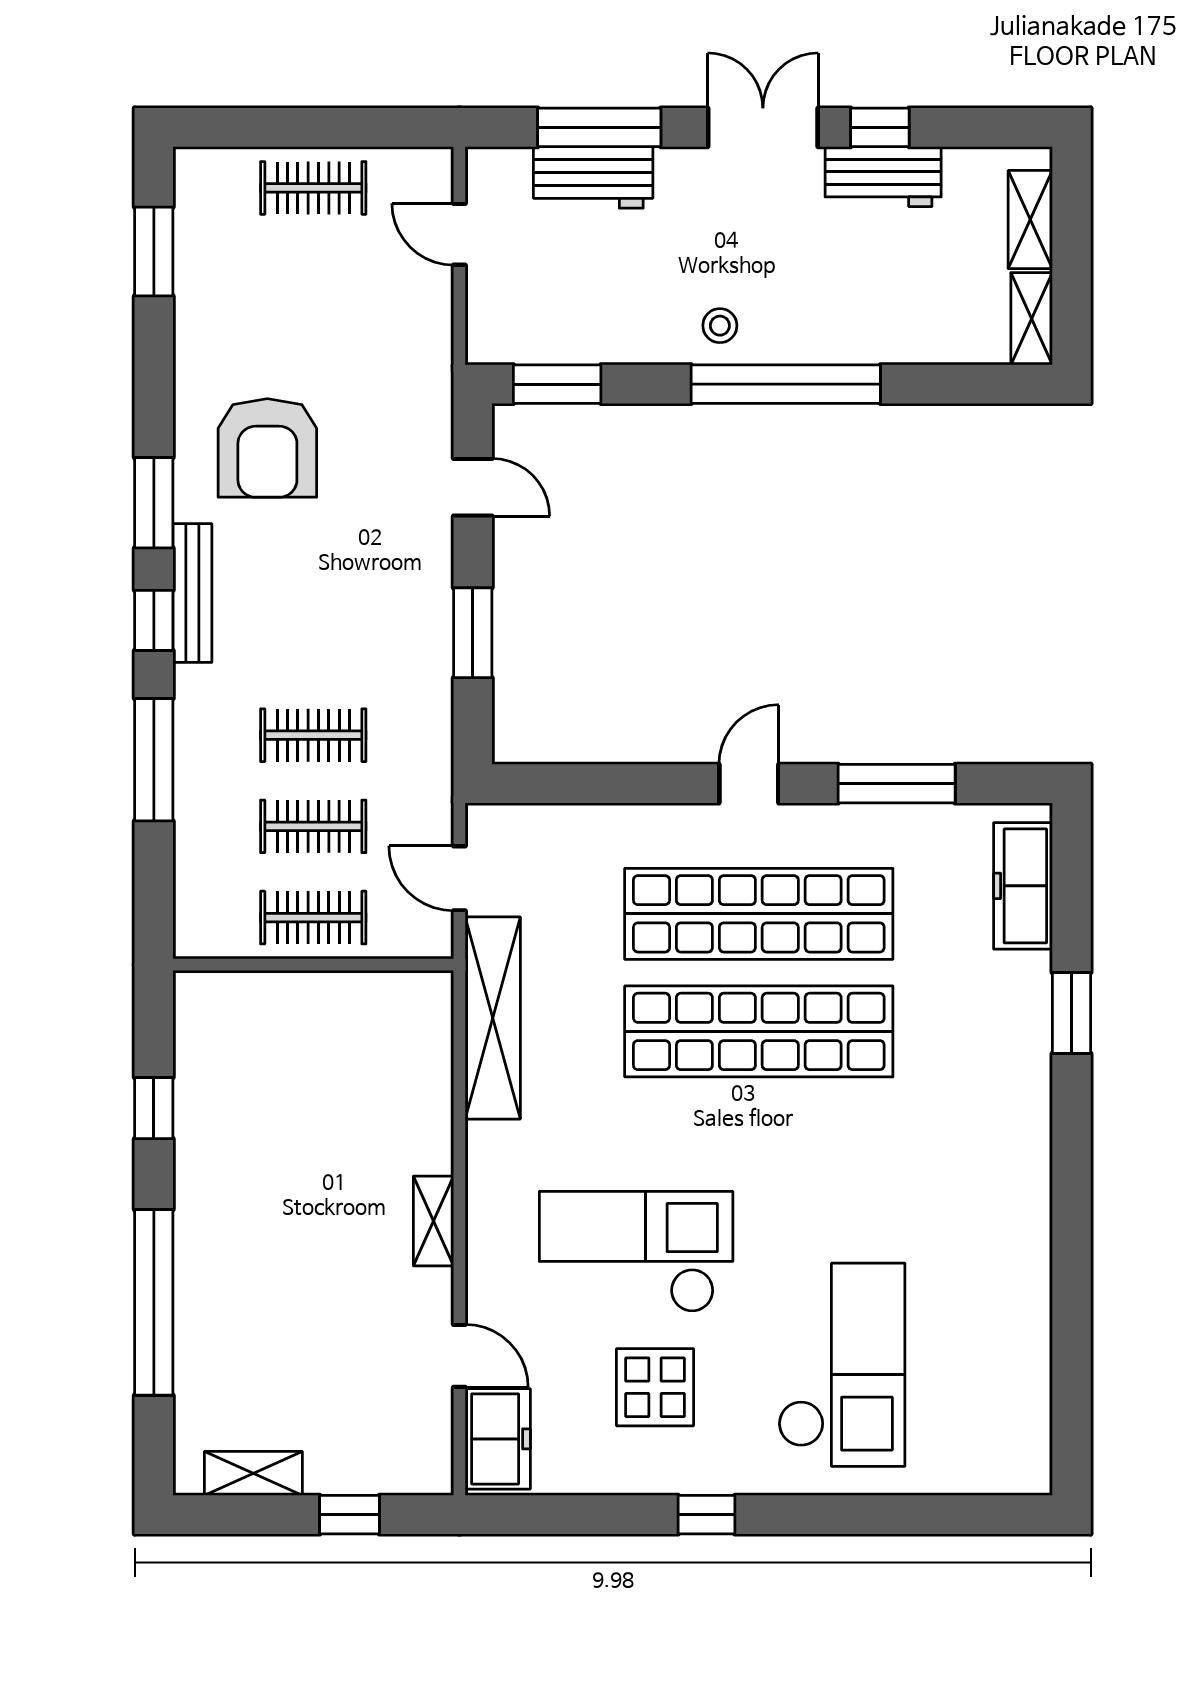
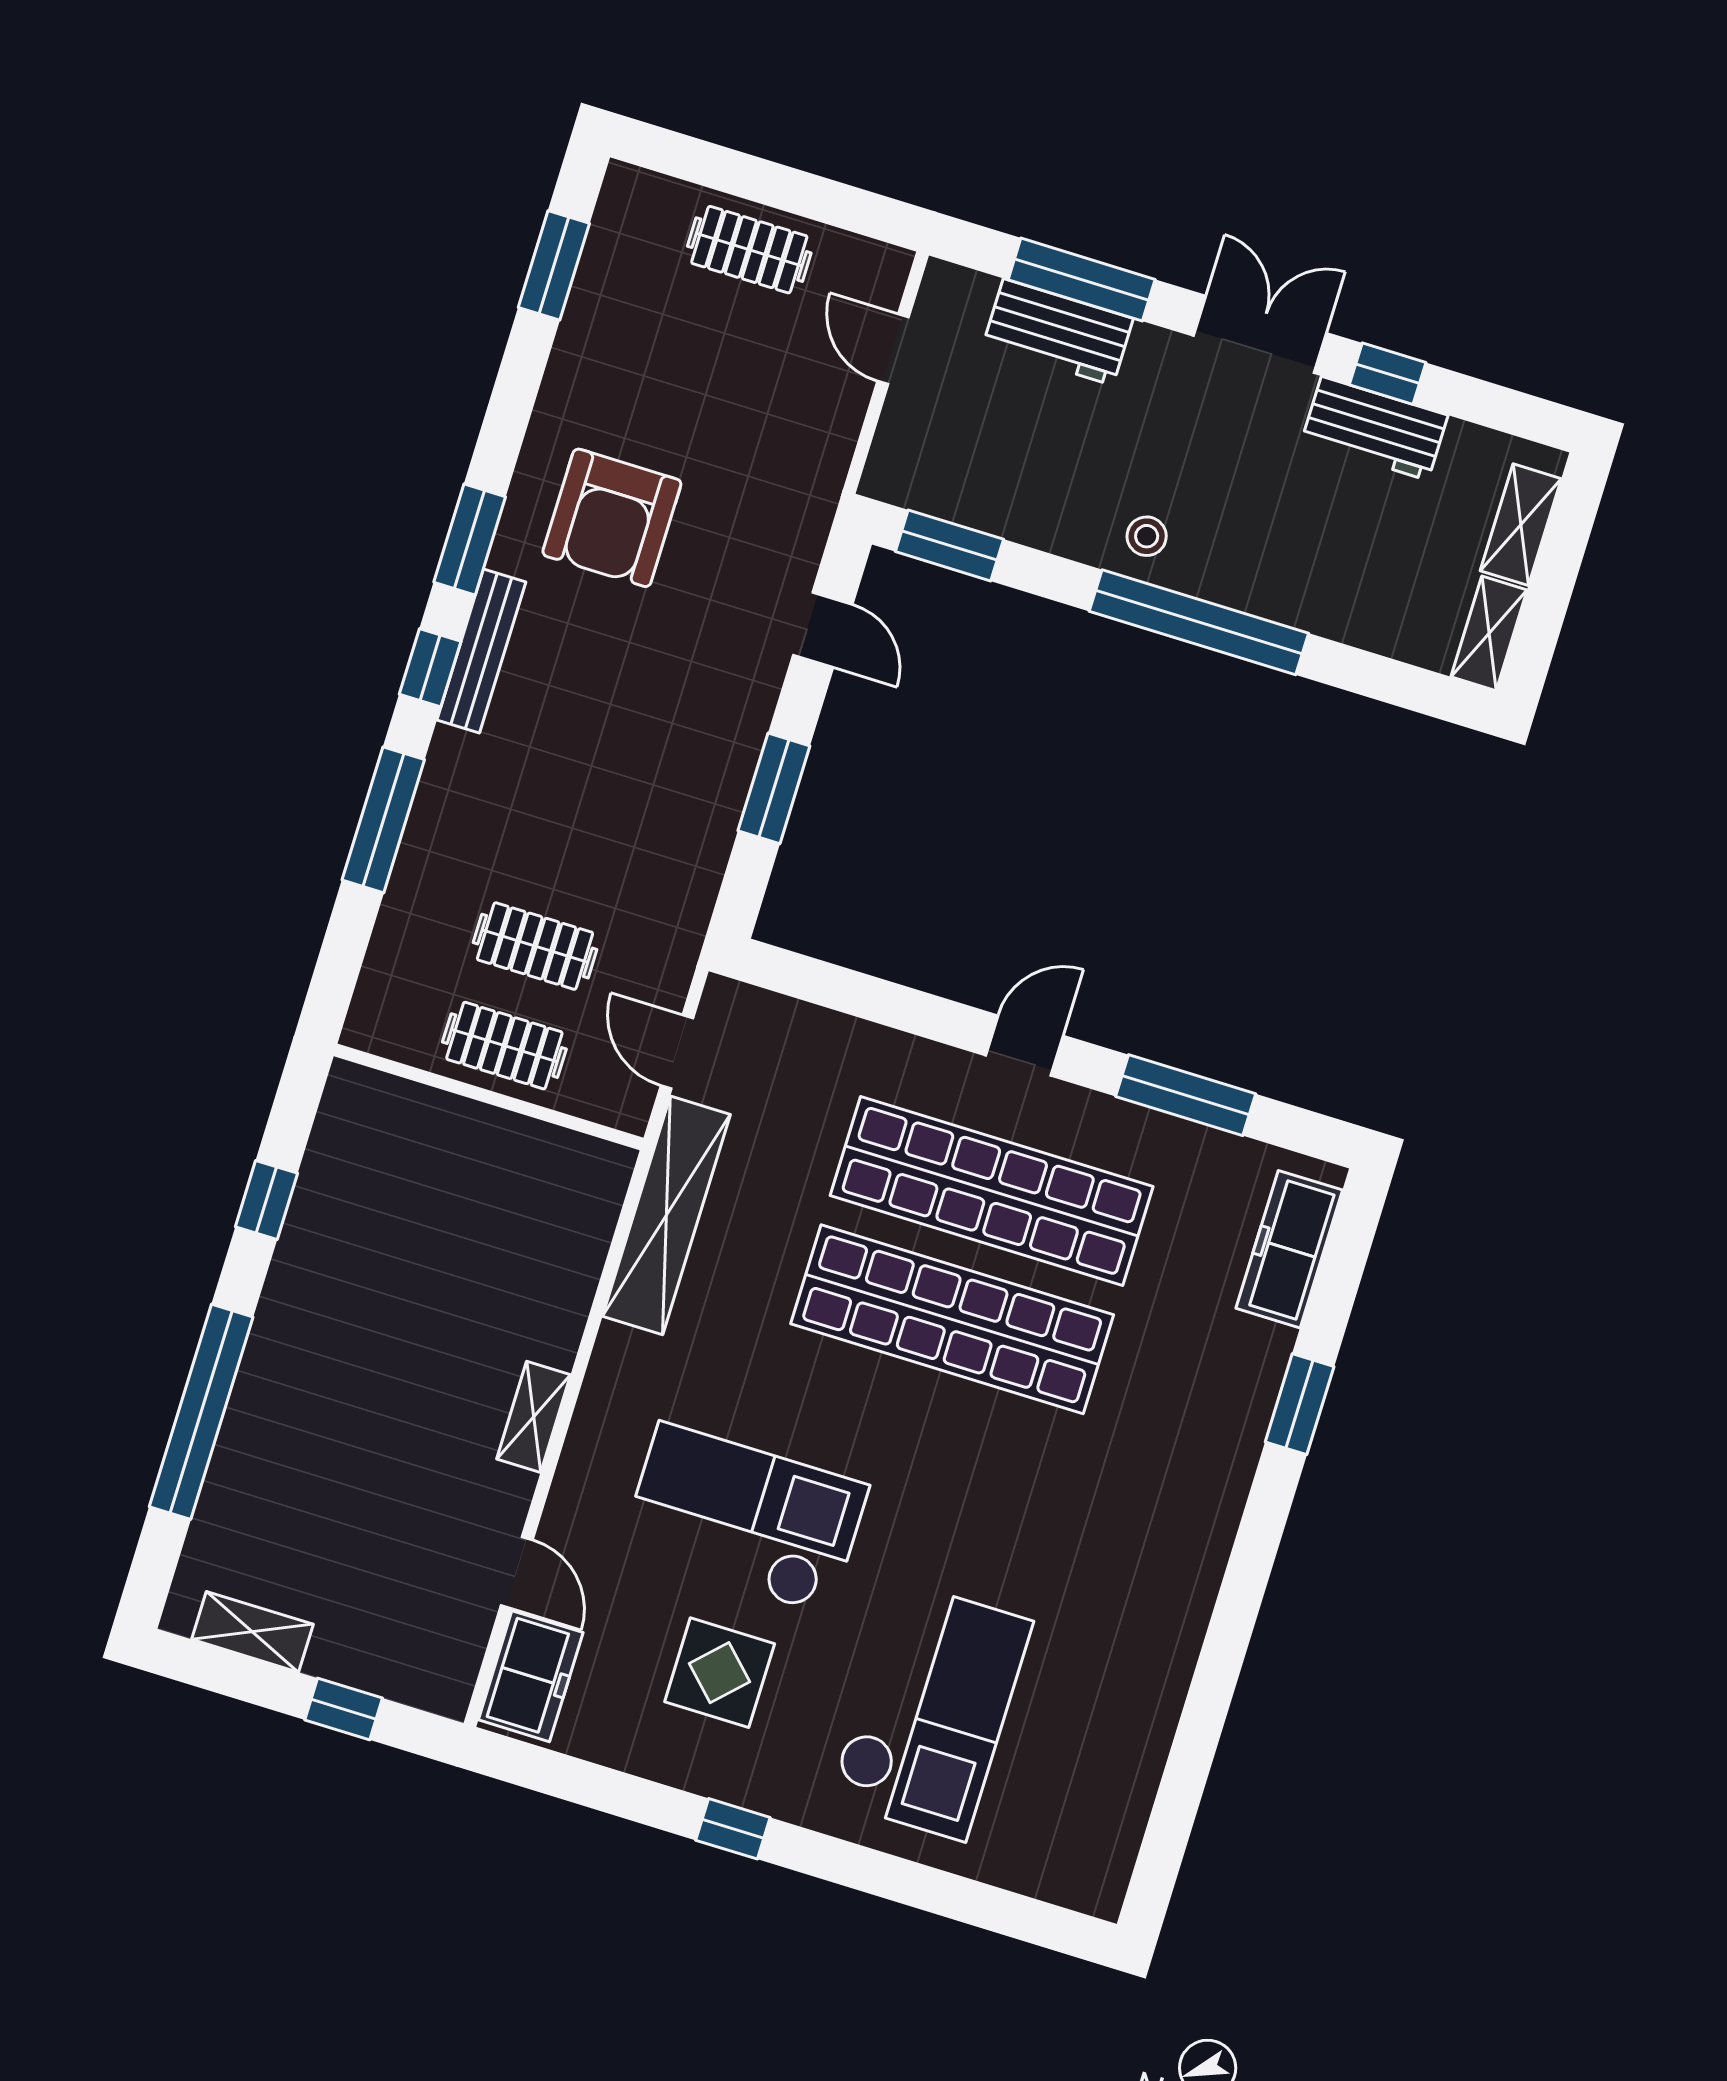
clothes rail: (313, 735) -> (566, 847), removed

